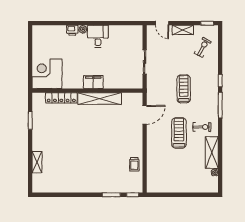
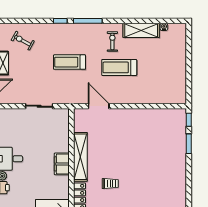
trolley: (134, 164) -> (110, 184), moved

